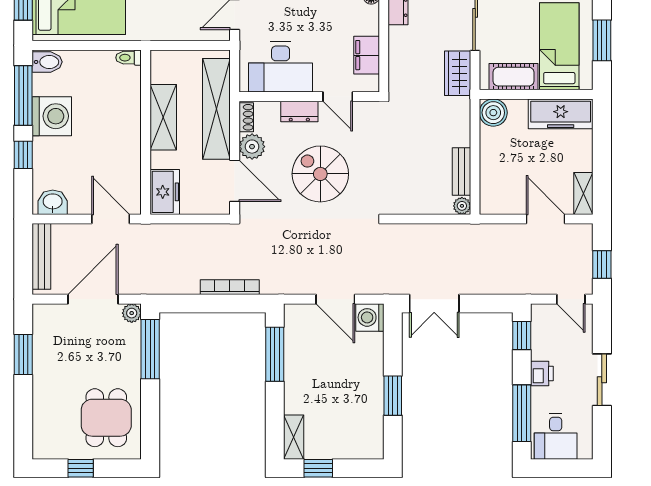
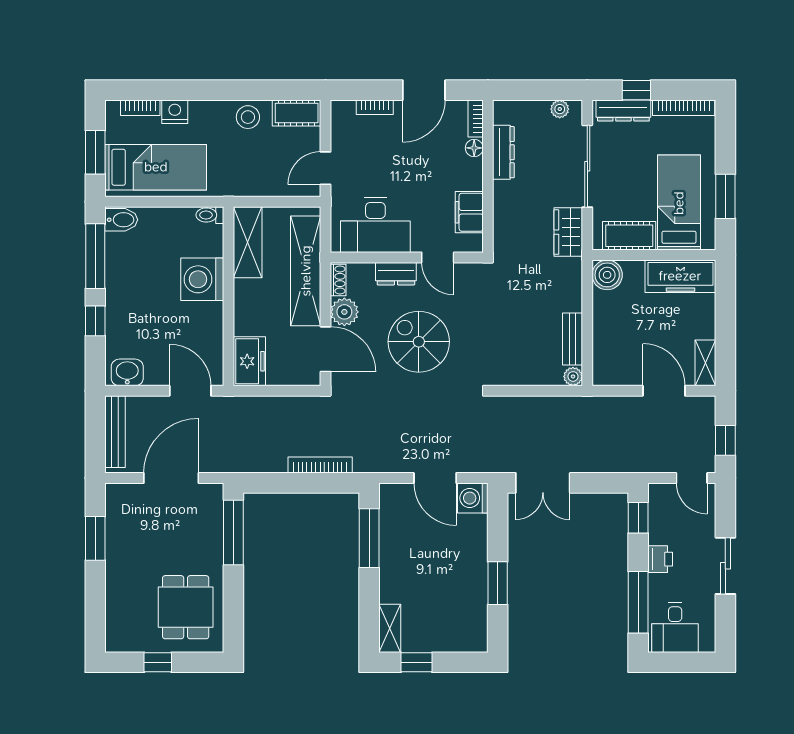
washing machine: (52, 116) -> (202, 279), moved, turned 180
shelving: (163, 117) -> (248, 242), moved
plant: (132, 313) -> (213, 493), removed

